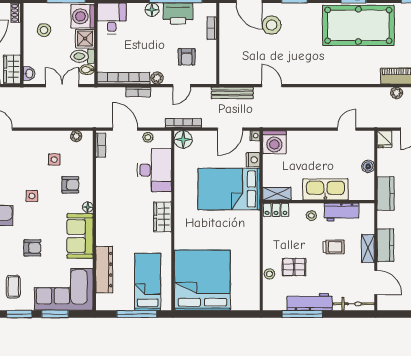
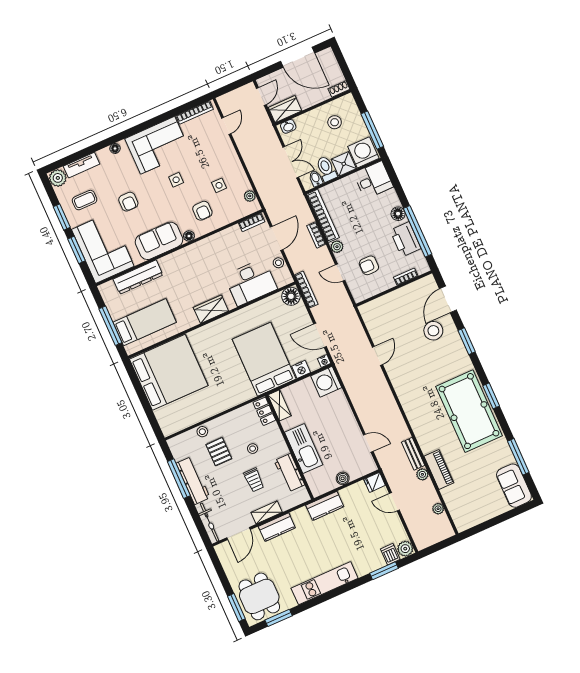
bench: (232, 93) -> (413, 454), moved, width x0.73
stool: (311, 216) -> (253, 449), moved

